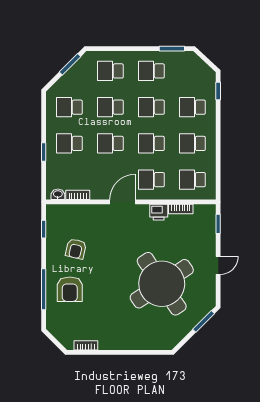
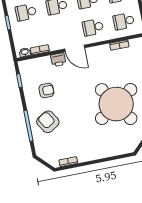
door: (123, 202) -> (75, 48), swing flipped
printer: (159, 212) -> (58, 60), moved
armchair: (76, 249) -> (46, 91), turned -103
armchair: (70, 289) -> (48, 122), turned 148

